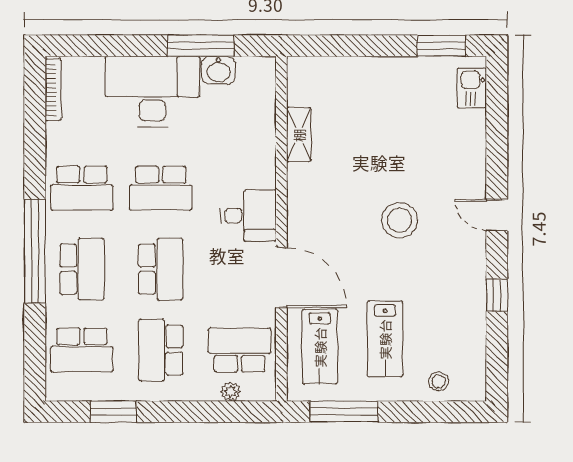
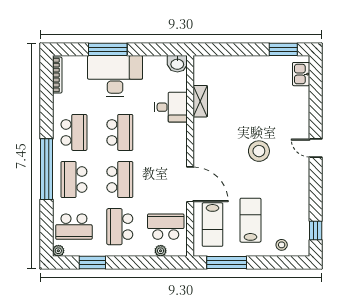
window: (201, 46) -> (108, 49), moved
washbasin: (218, 70) -> (177, 64), moved
school desk: (82, 188) -> (74, 132), turned -90
school desk: (161, 188) -> (120, 132), turned -90
desk: (248, 216) -> (171, 107), moved
school desk: (82, 269) -> (74, 180), turned 180
window: (497, 295) -> (316, 231), moved
lab bench: (385, 339) -> (250, 220), turned 180
plant: (55, 391) -> (58, 251), added

